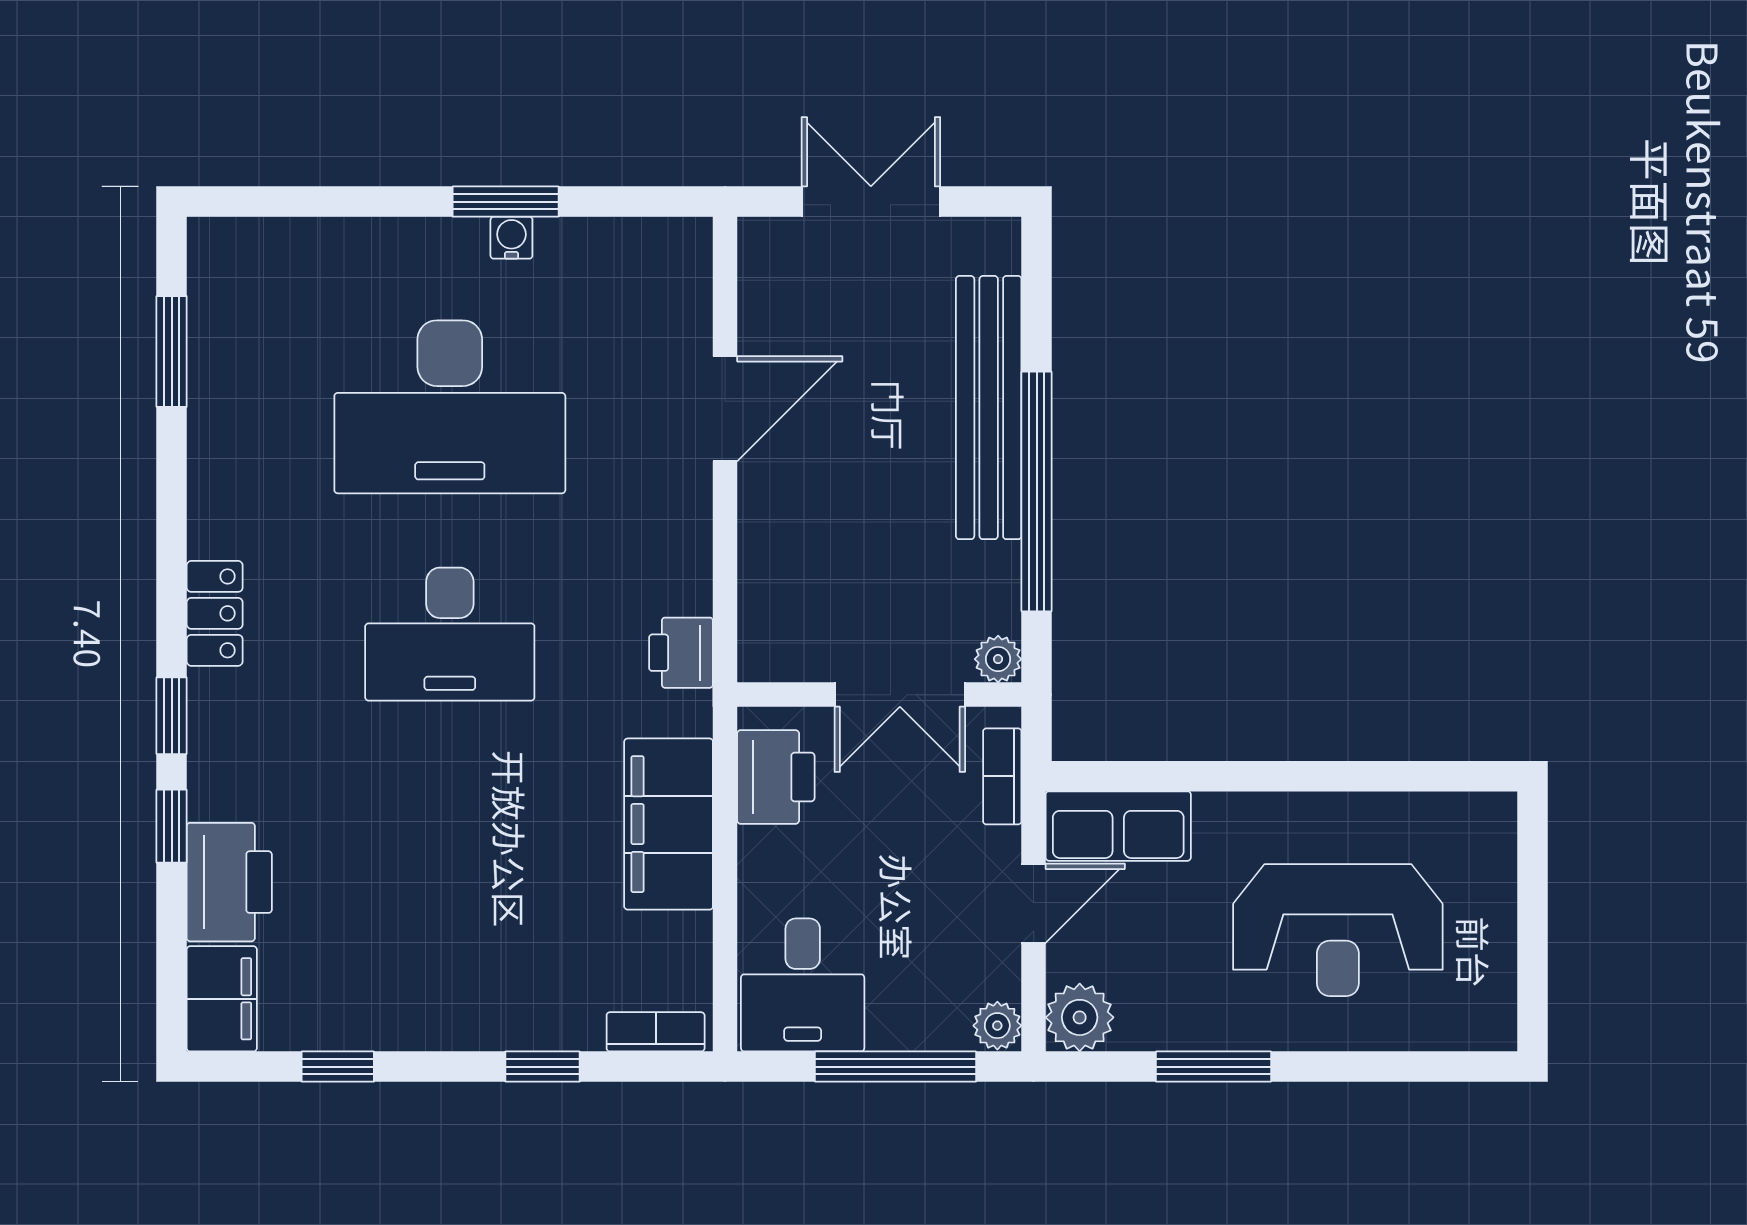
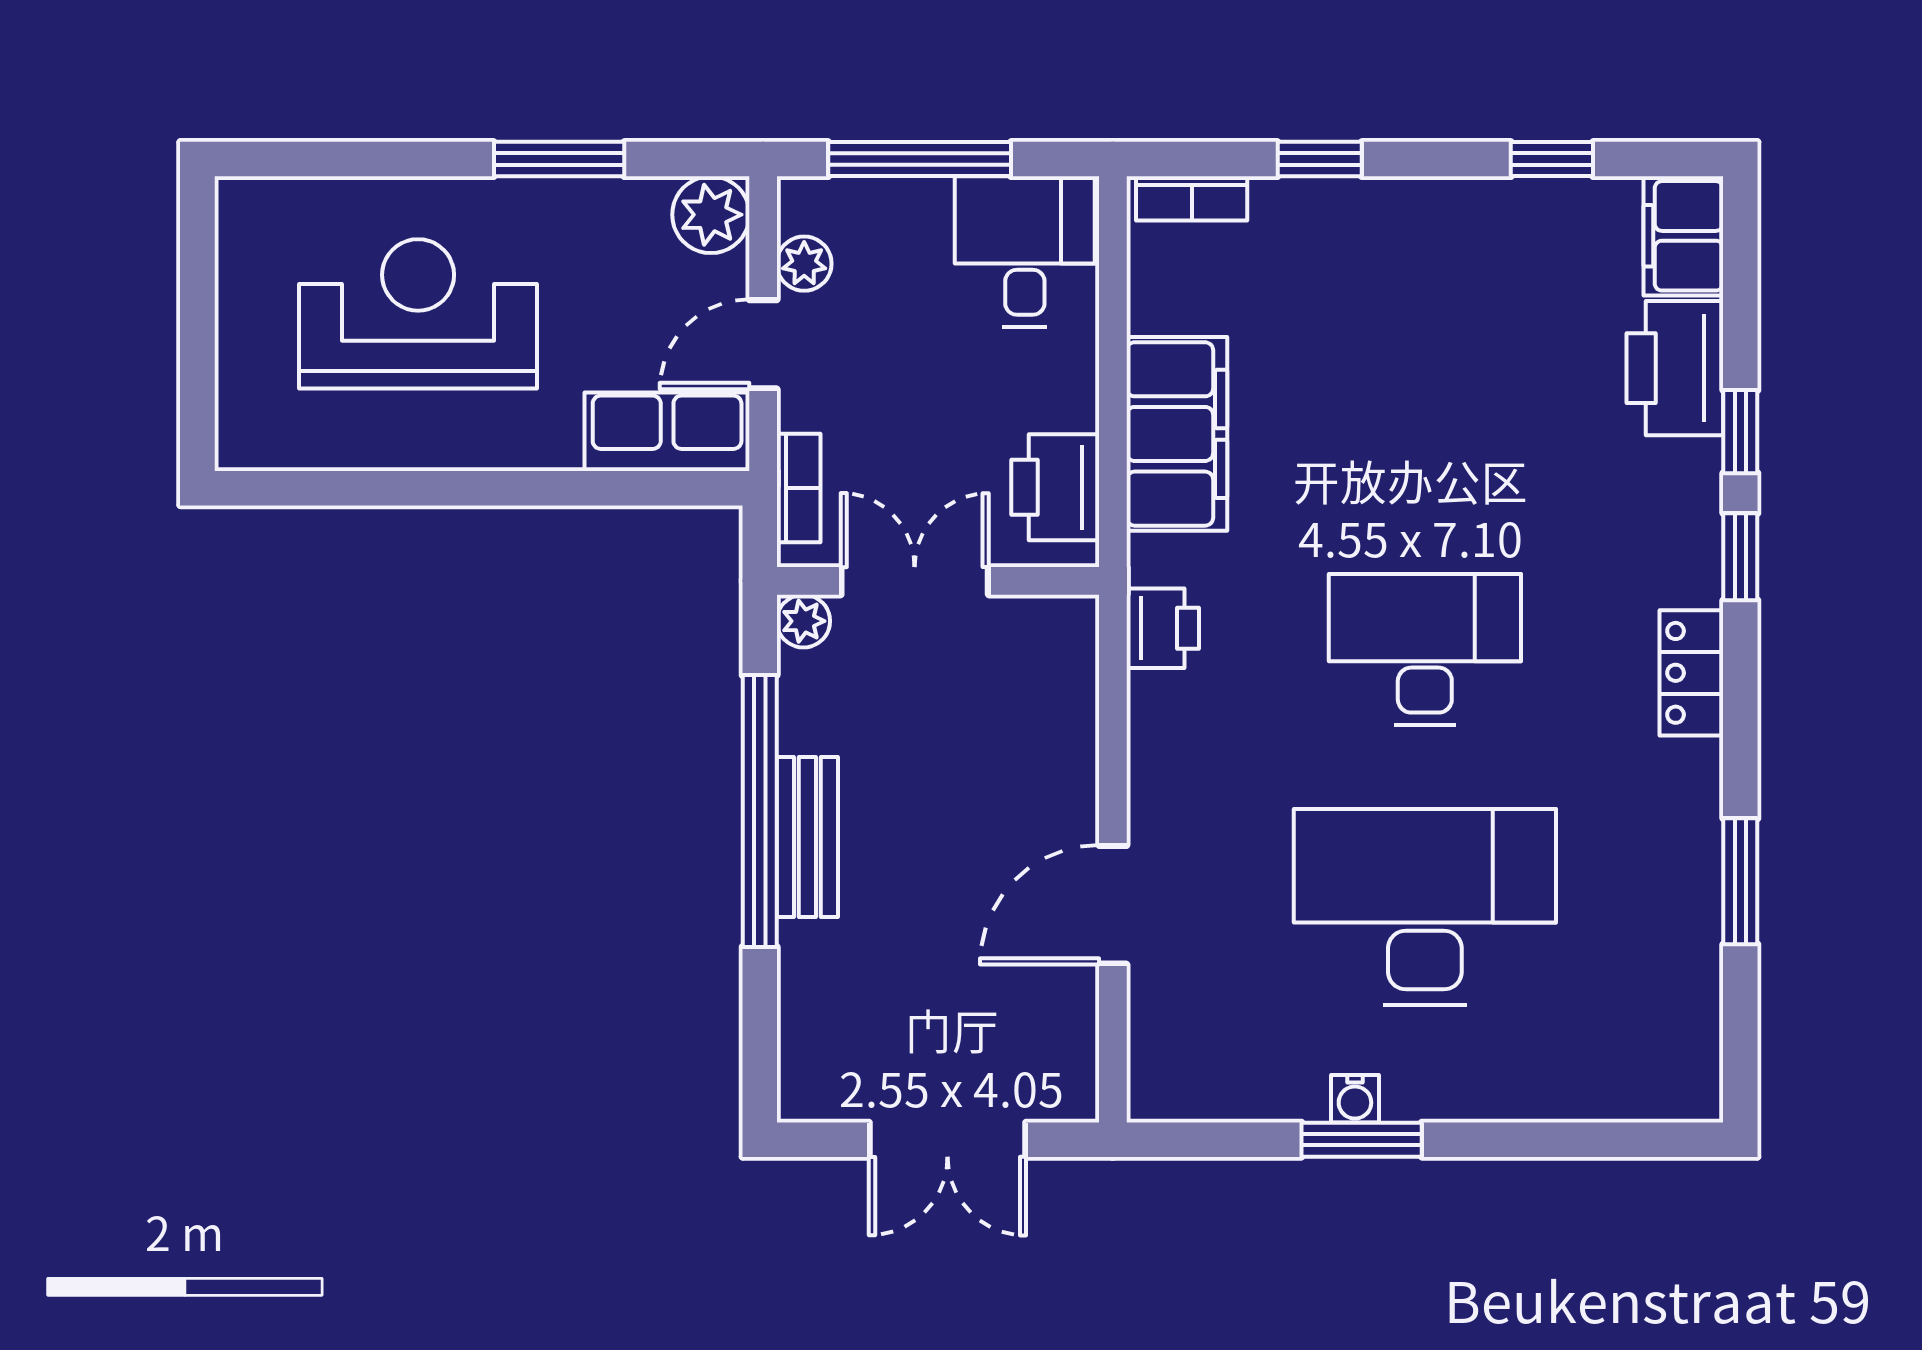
window: (172, 351) -> (1740, 881), moved
bench: (989, 408) -> (807, 837), width x0.54, depth x0.82
plant: (997, 1026) -> (804, 264), moved

